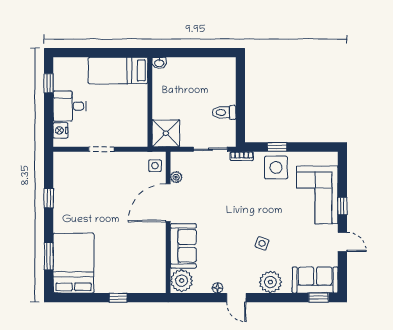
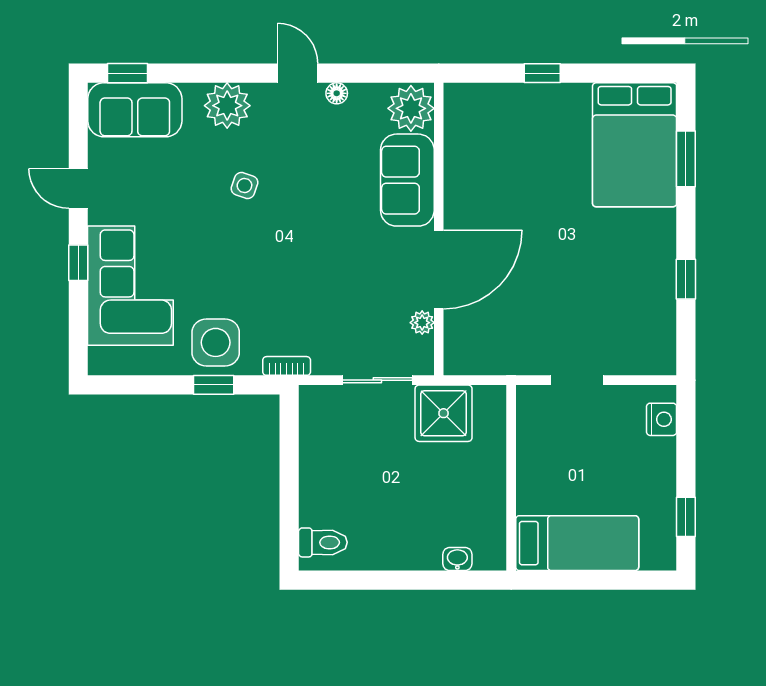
bed: (118, 71) -> (577, 543), moved
wall: (150, 102) -> (511, 478), moved
desk: (70, 106) -> (643, 469), removed
toilet: (224, 112) -> (323, 542), moved
sliding door: (210, 149) -> (377, 380), moved
side table: (155, 166) -> (466, 346), removed

